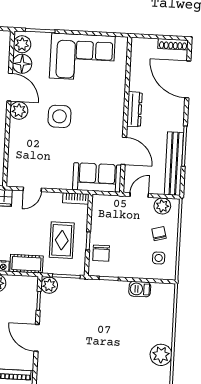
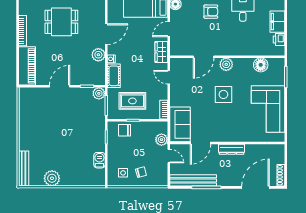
plant: (22, 44) -> (275, 64), removed
door: (10, 87) -> (204, 57), moved
plant: (162, 206) -> (161, 140), moved

